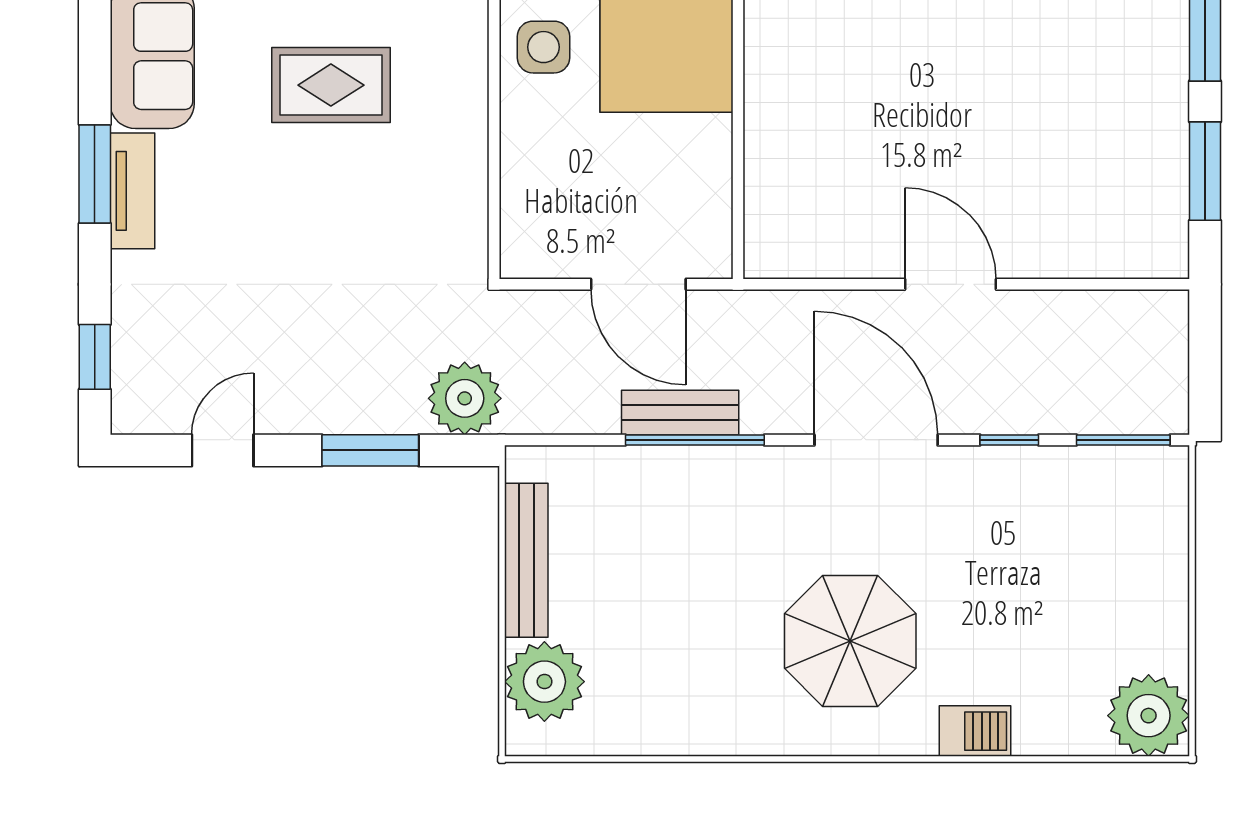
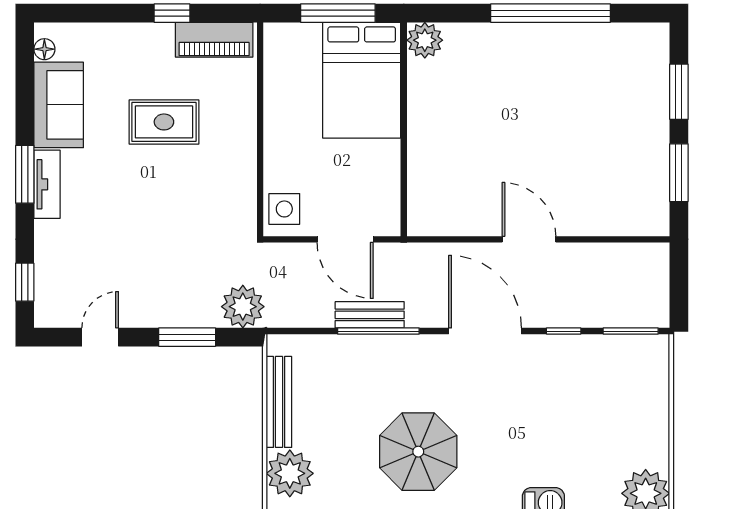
side table: (544, 47) -> (284, 209), moved
parasol: (850, 641) -> (418, 452), moved

